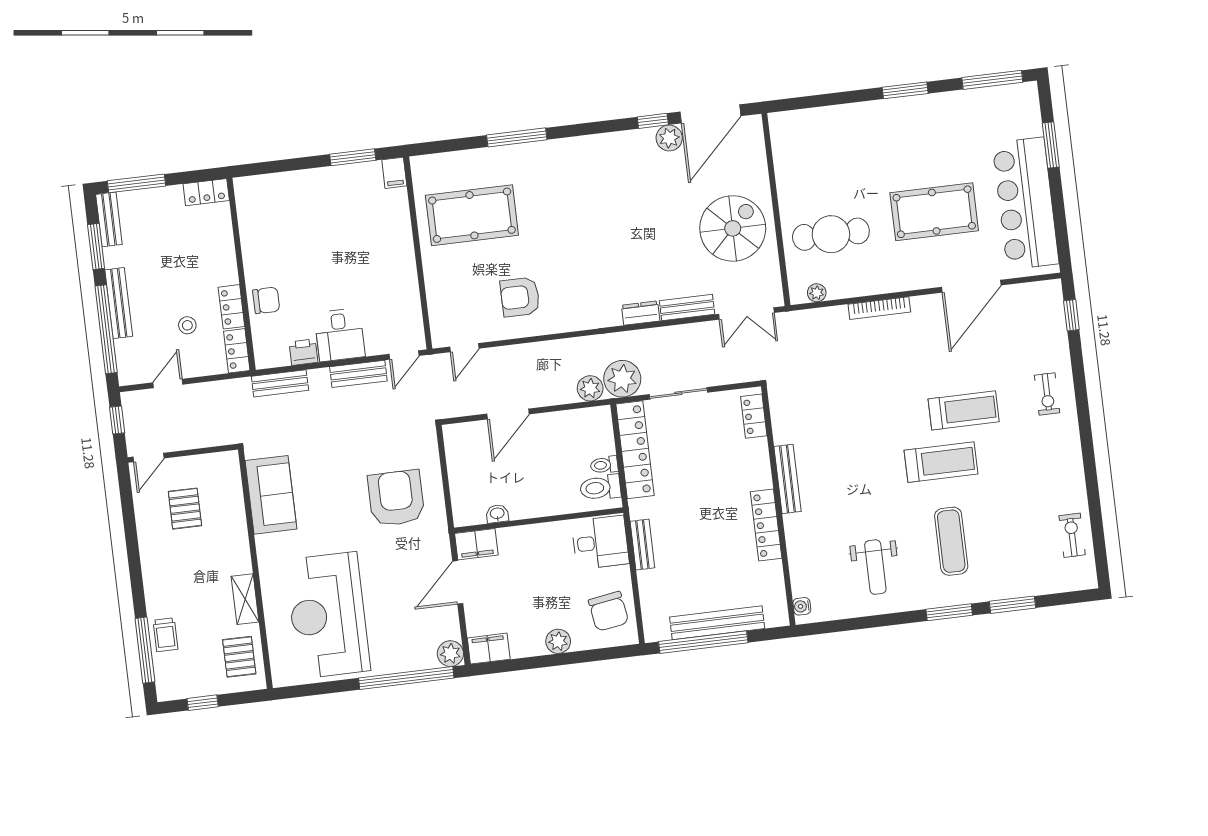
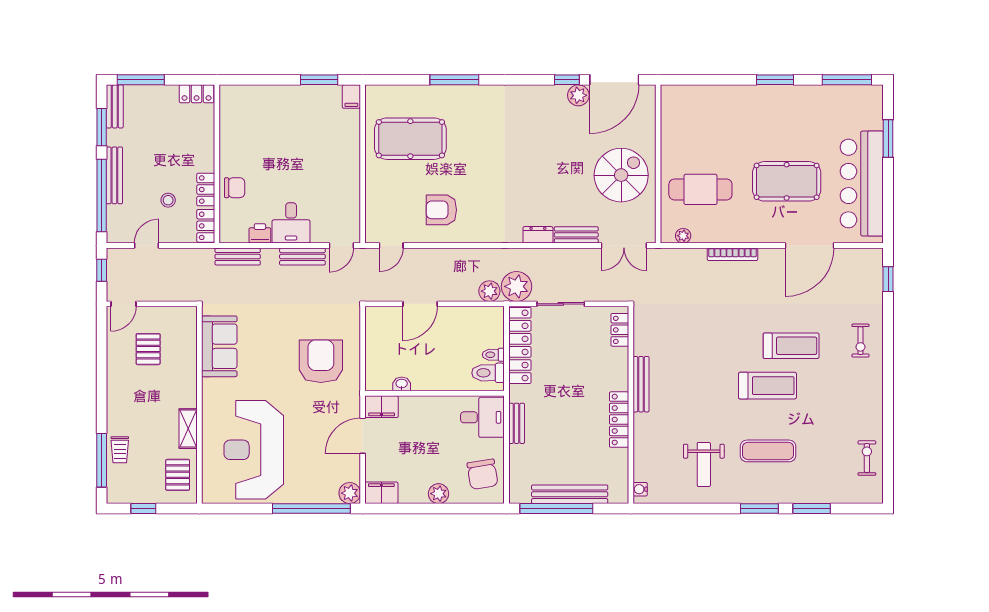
exercise mat: (951, 541) -> (768, 451), turned 90

